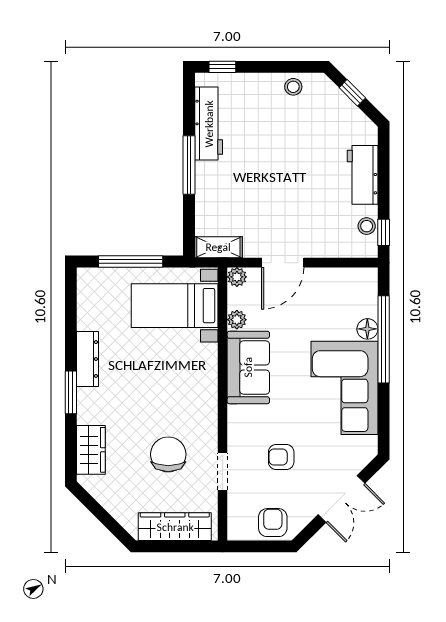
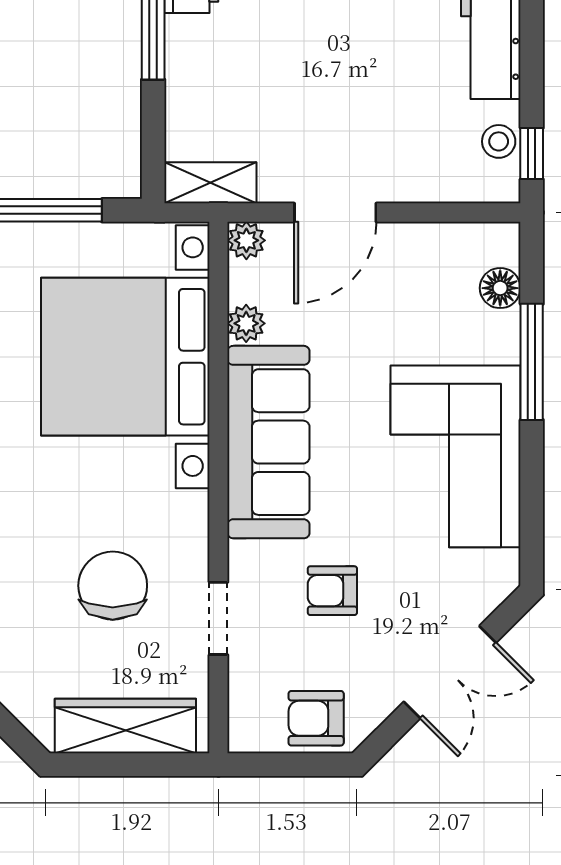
bed with nightstands: (175, 306) -> (125, 357), width x1.85
floor lamp: (367, 329) -> (500, 288), moved
window: (384, 339) -> (532, 362), width x0.68
sofa: (248, 367) -> (268, 442), width x1.36
armchair: (273, 523) -> (316, 718), turned -90

